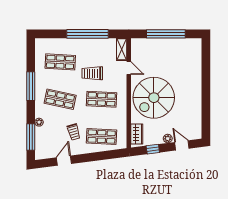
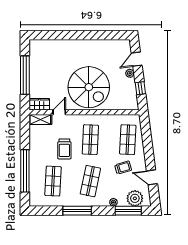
window: (87, 34) -> (25, 171), moved
wardrobe: (137, 134) -> (39, 104), moved
plant: (43, 144) -> (135, 198), added

